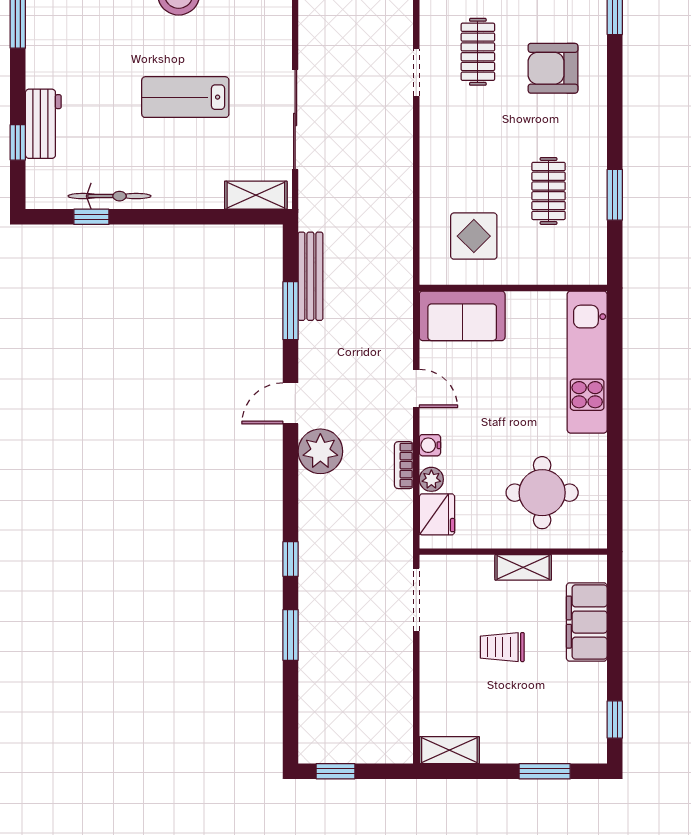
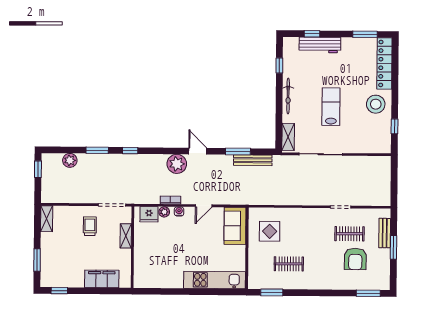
armchair: (553, 68) -> (355, 259), moved, turned 180
workbench: (43, 124) -> (320, 45), width x1.38
window: (615, 195) -> (272, 292), moved
bicycle: (110, 196) -> (288, 96), moved
round table: (542, 493) -> (158, 260), removed
shelving: (523, 567) -> (126, 236), moved
trolley: (502, 647) -> (90, 226), moved
plant: (314, 698) -> (70, 160), added

